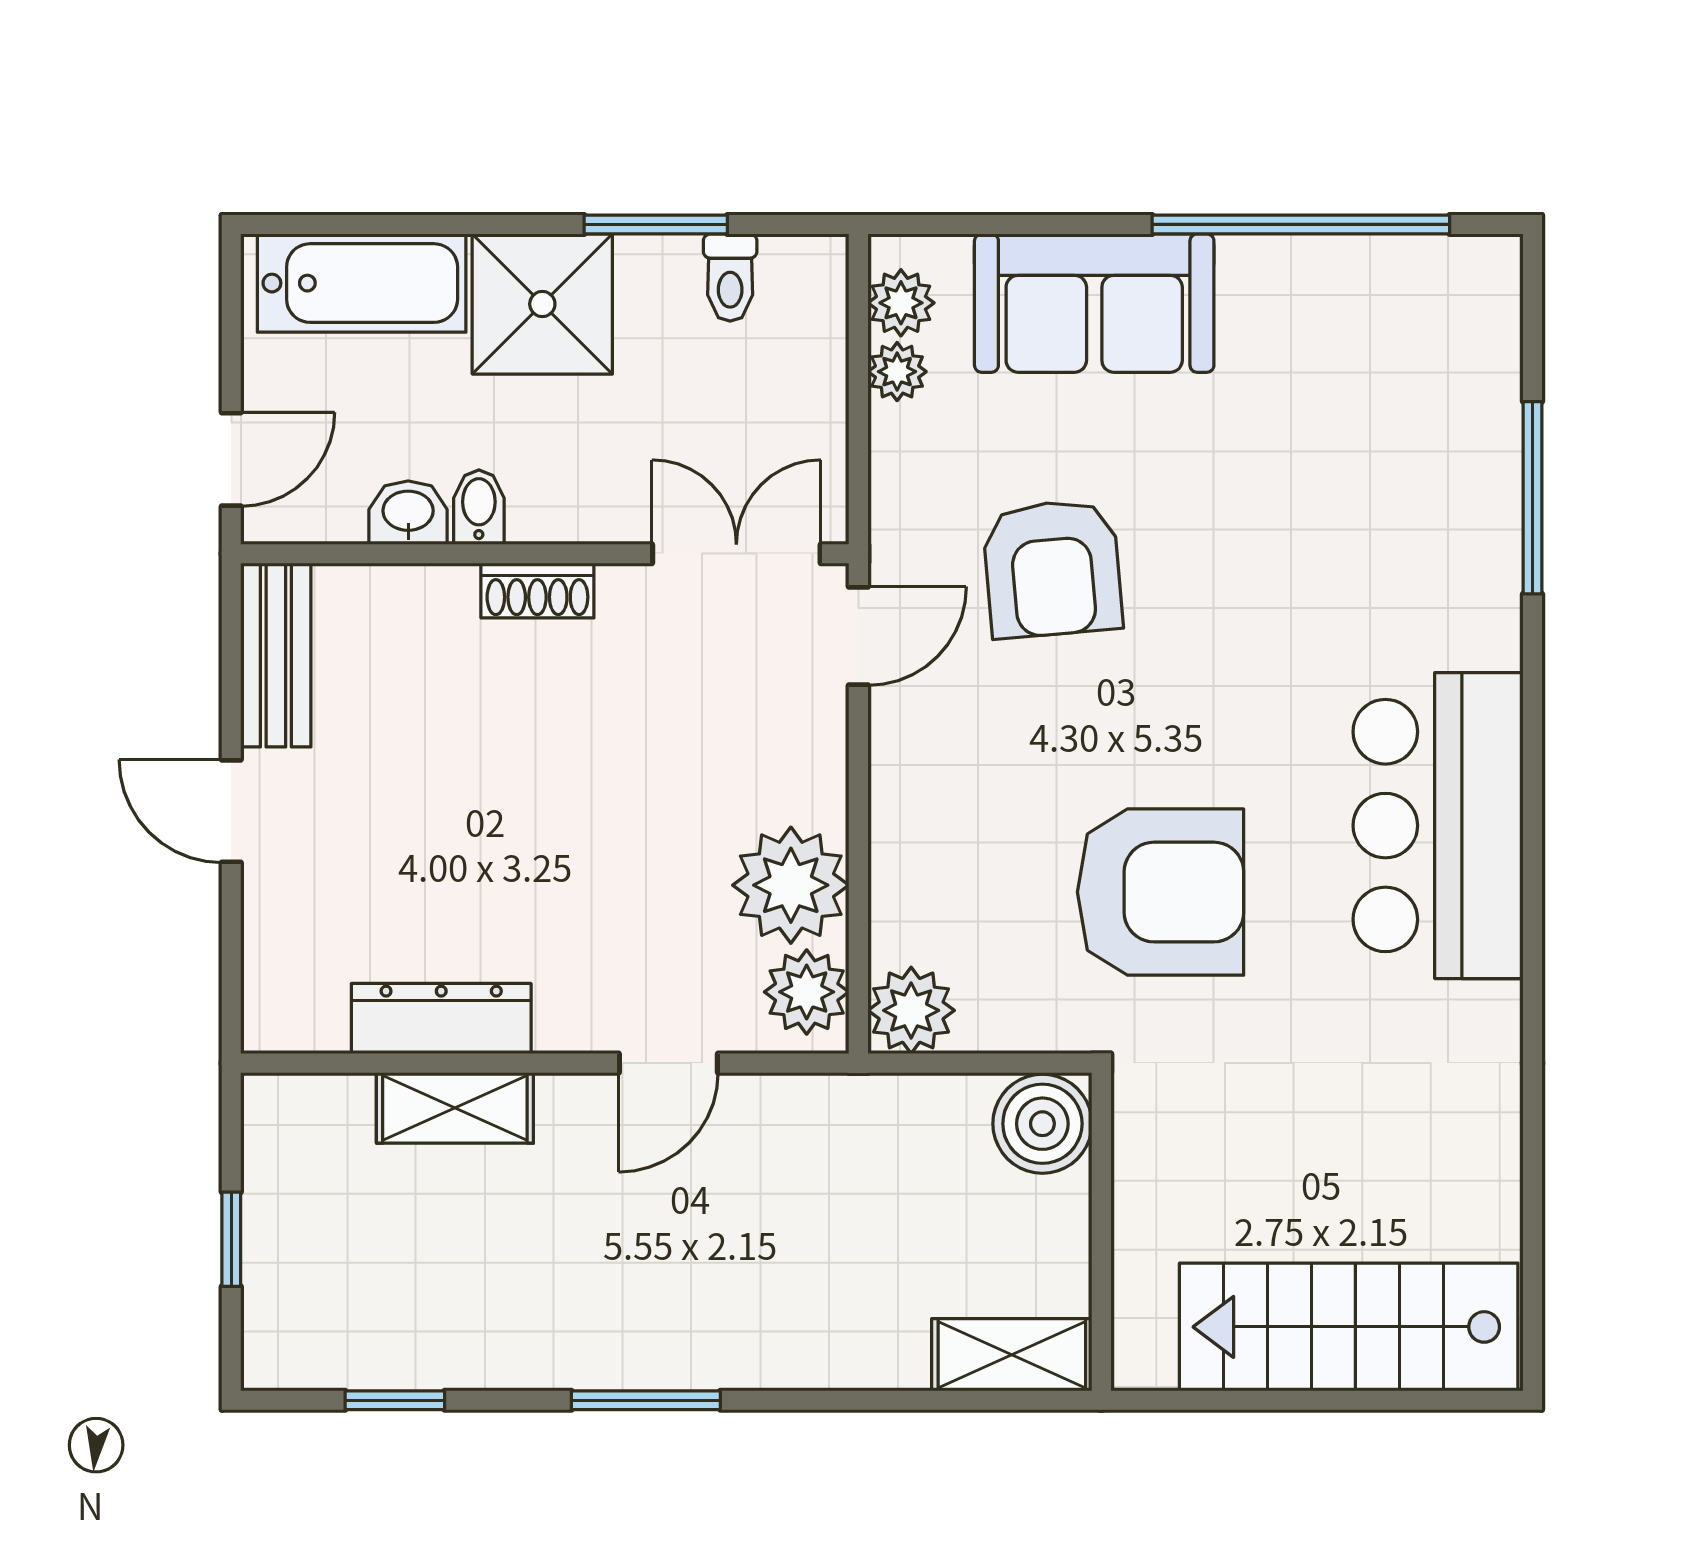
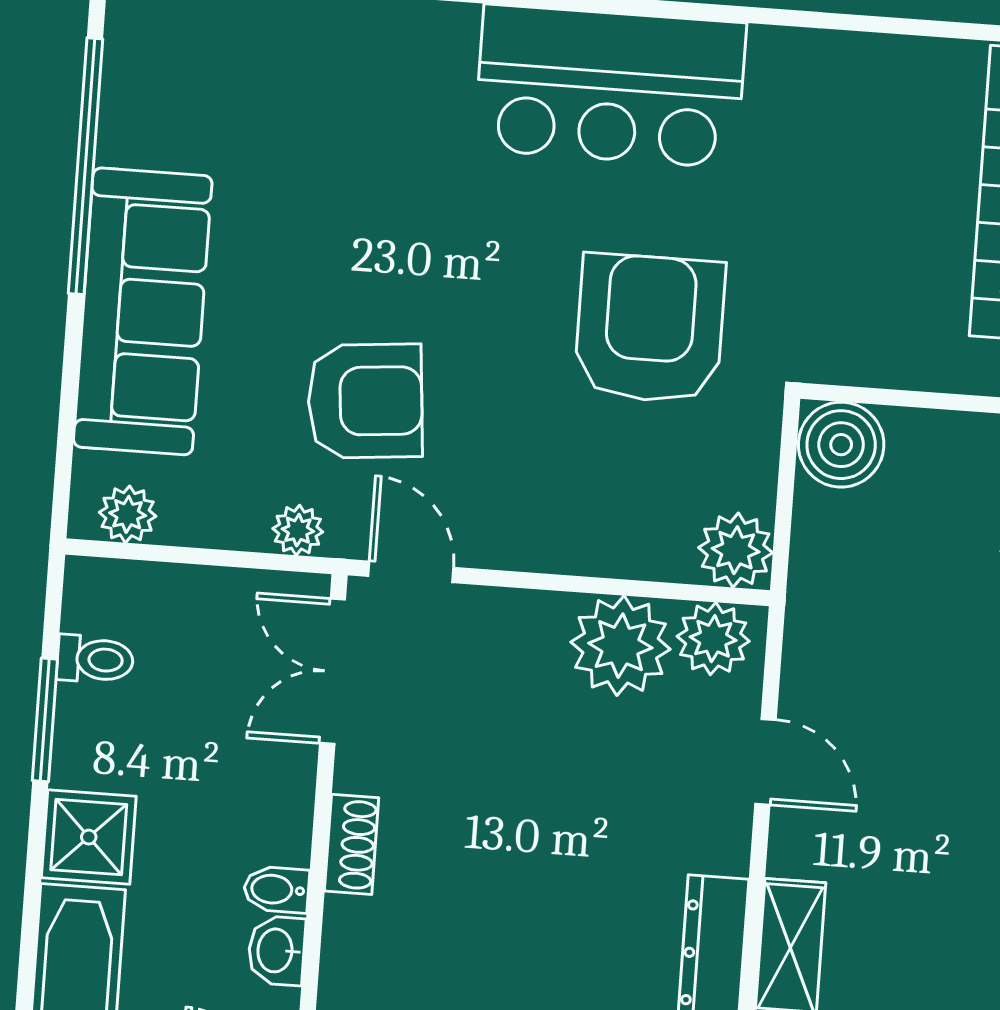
sofa: (1094, 303) -> (143, 311), width x1.36
shower: (542, 304) -> (89, 837), width x0.73, depth x0.73
plant: (897, 372) -> (298, 530), moved

